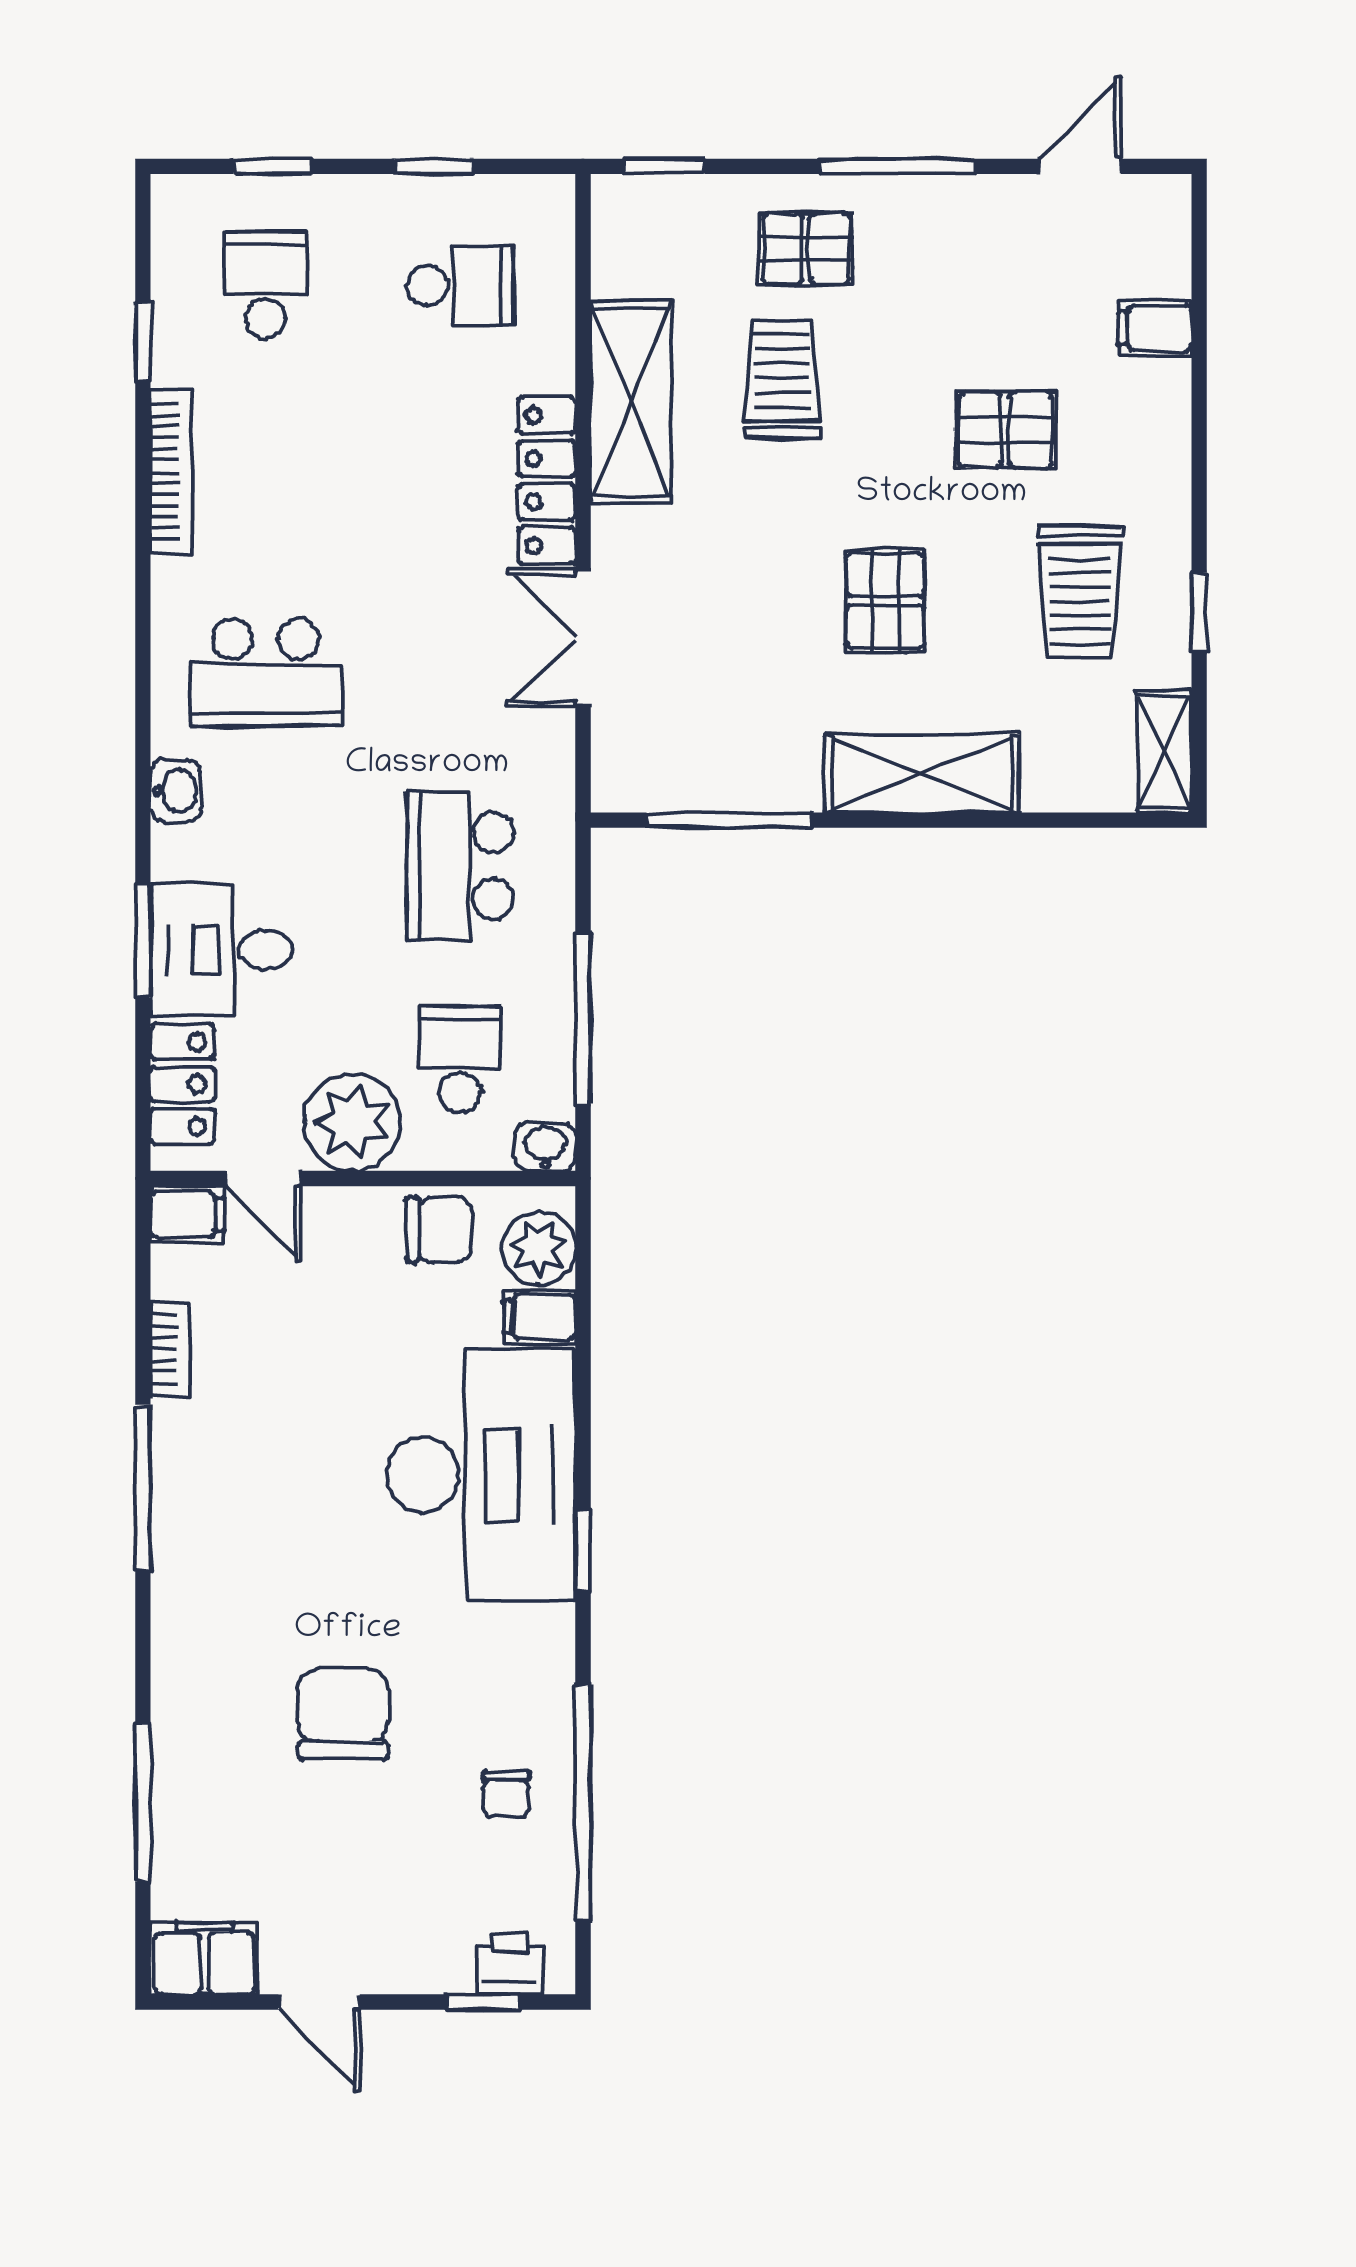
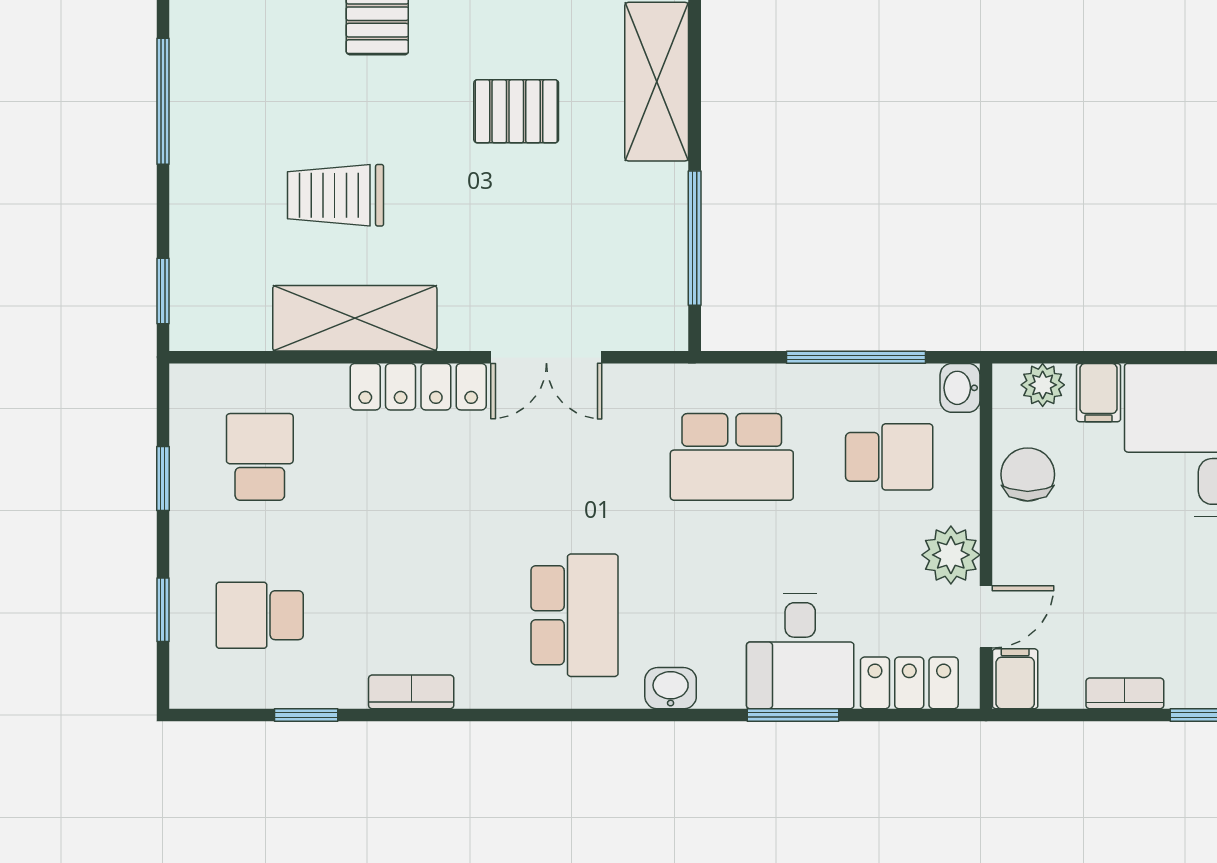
pallet: (806, 249) -> (230, 176), removed
bookcase: (171, 472) -> (411, 692), width x0.64
school desk: (460, 1059) -> (889, 457), turned 180
plant: (353, 1122) -> (951, 555), width x0.73, depth x0.73
plant: (539, 1248) -> (1043, 385), width x0.73, depth x0.73

